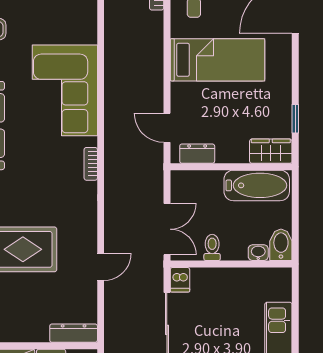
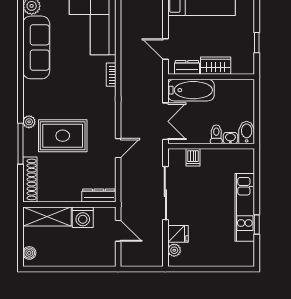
wardrobe: (271, 151) -> (216, 66), moved
bathtub: (257, 185) -> (191, 90), moved
toilet: (212, 247) -> (216, 134), moved
dishwasher: (180, 280) -> (193, 157), moved

